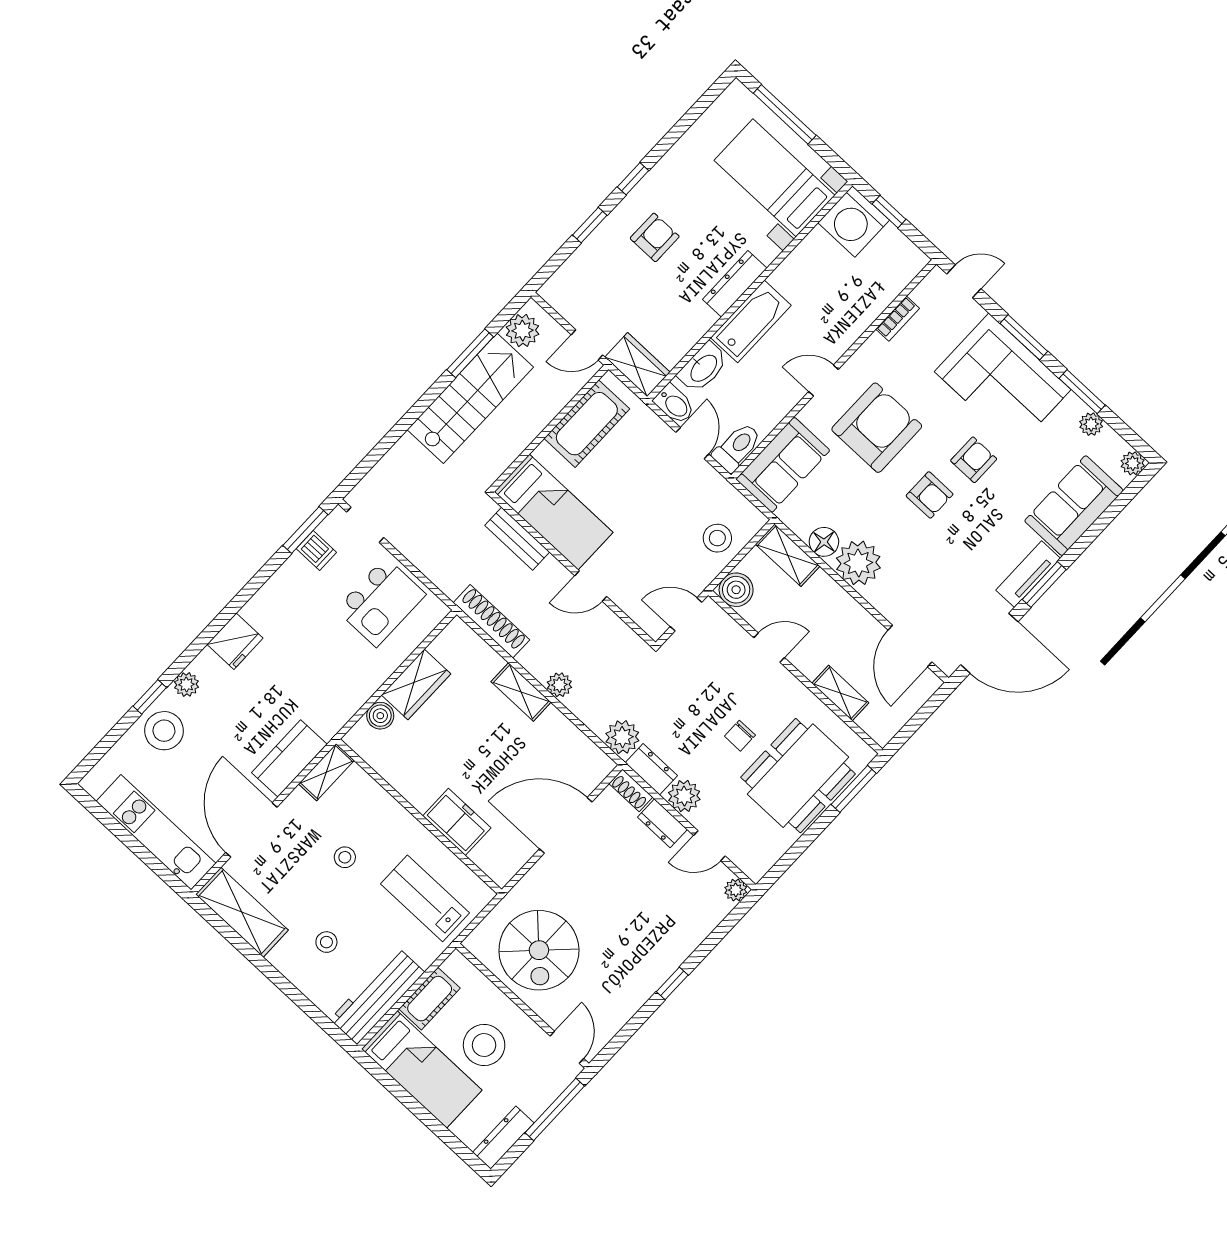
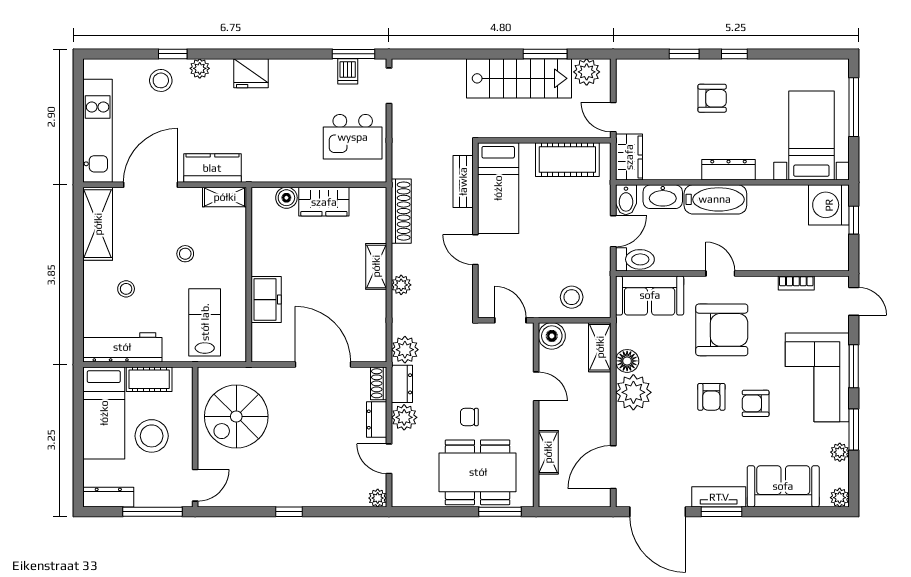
armchair: (974, 460) -> (756, 403), turned 180
stool: (164, 731) -> (161, 80), width x0.73, depth x0.73

